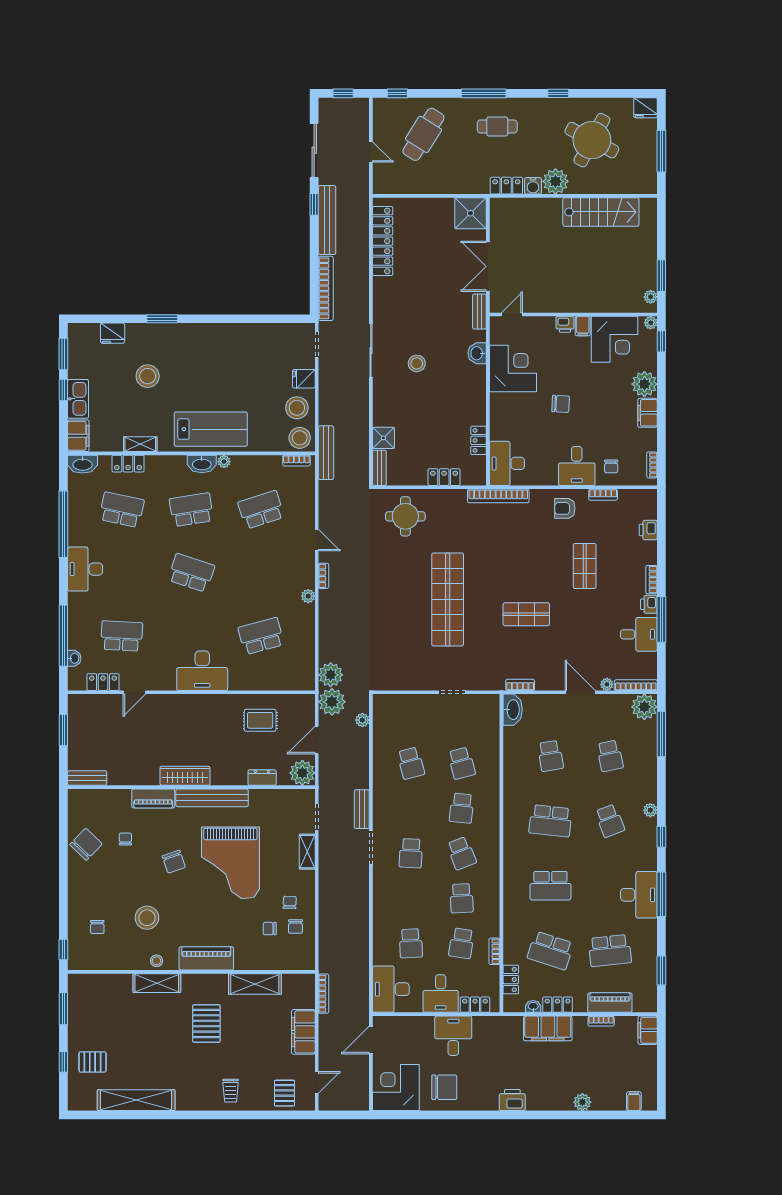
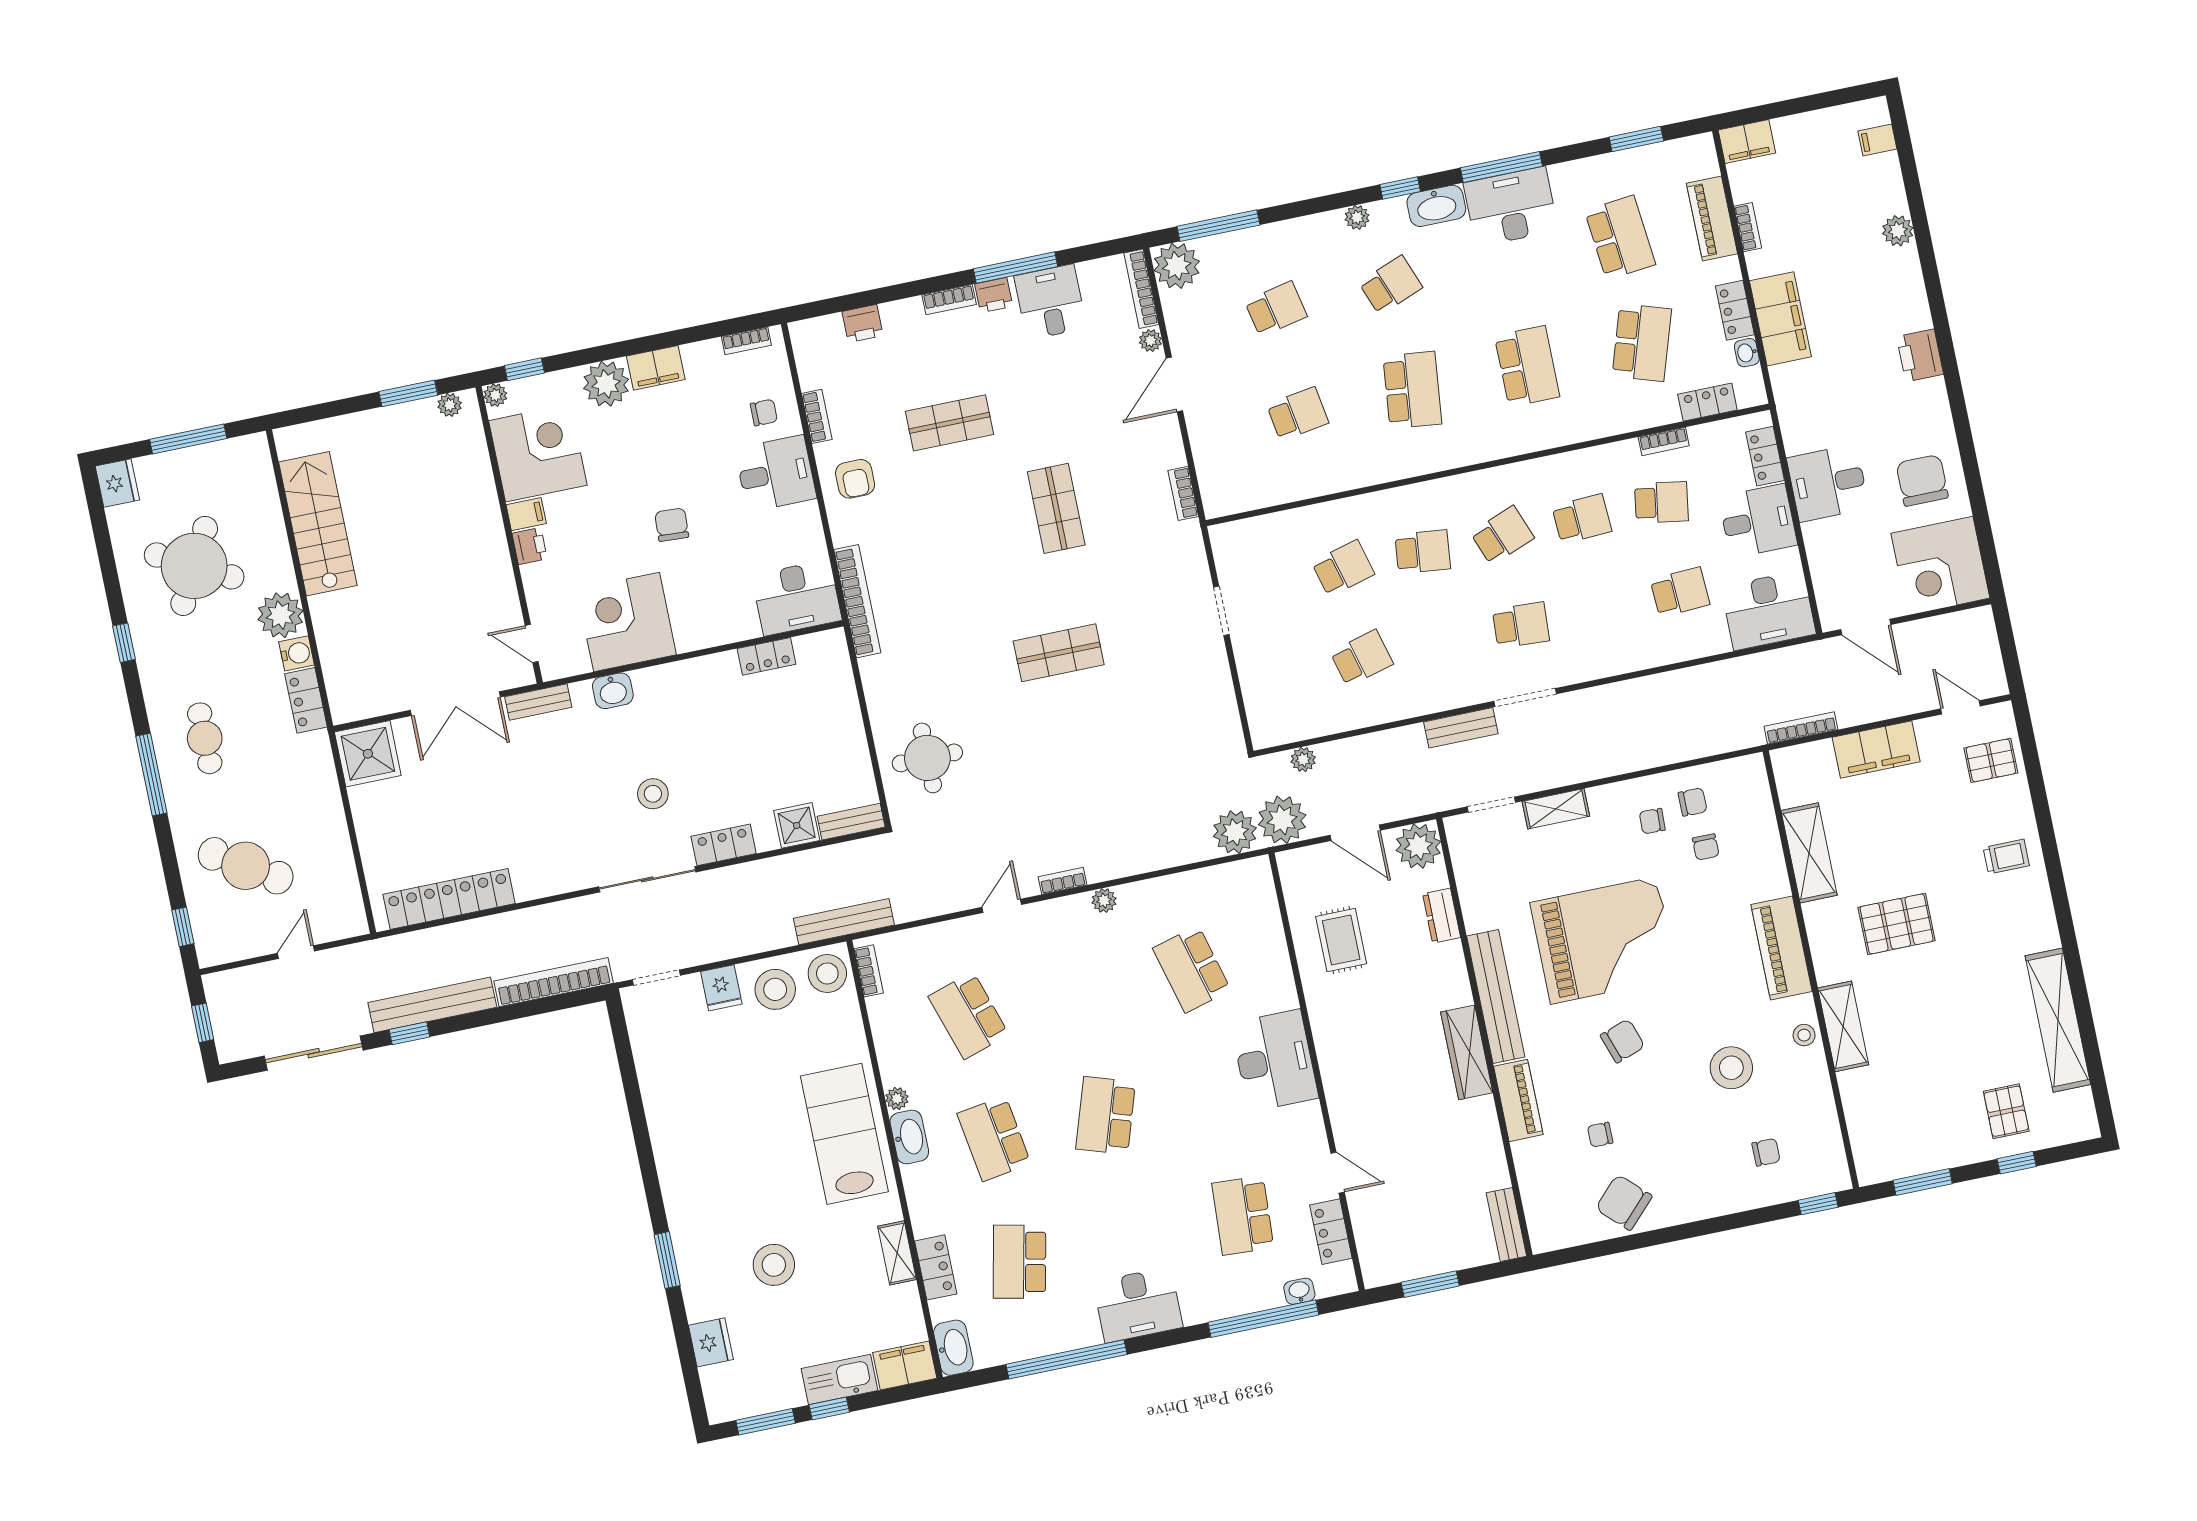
locker: (444, 477) -> (724, 845), moved, turned 90
shop shelf: (448, 599) -> (1059, 653), width x0.50, depth x0.74
washbasin: (513, 710) -> (1436, 206), moved, turned 180

